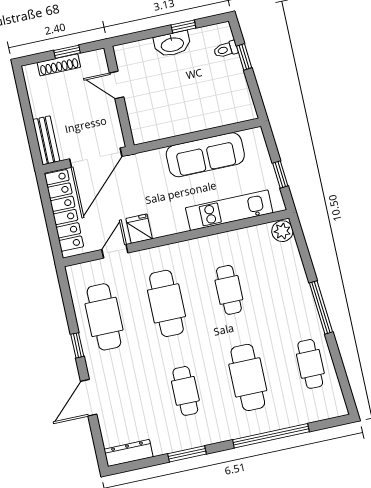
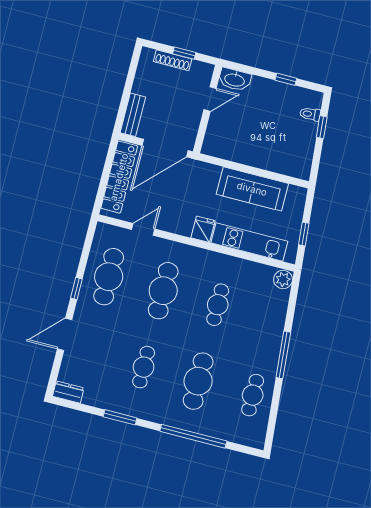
washbasin: (172, 44) -> (235, 80), moved
door: (117, 85) -> (210, 99), swing flipped
fridge: (139, 229) -> (203, 229), moved
dresser: (129, 453) -> (68, 392), width x0.70

